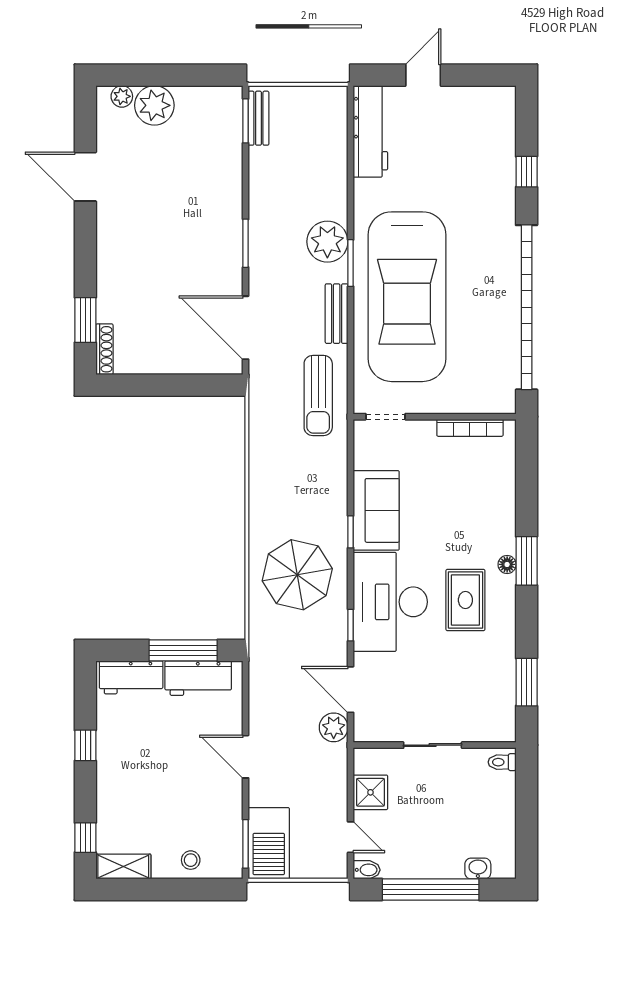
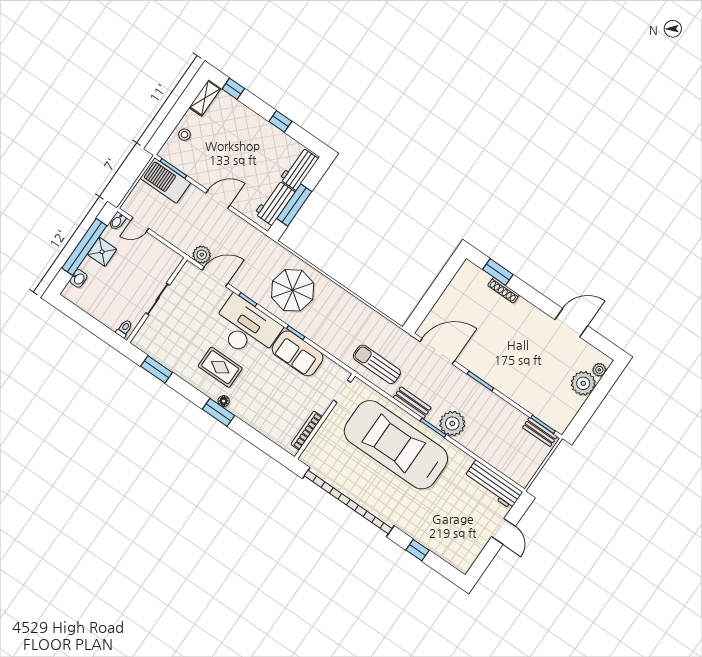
shoe rack: (104, 349) -> (503, 290), moved
shower: (370, 792) -> (102, 252), moved

